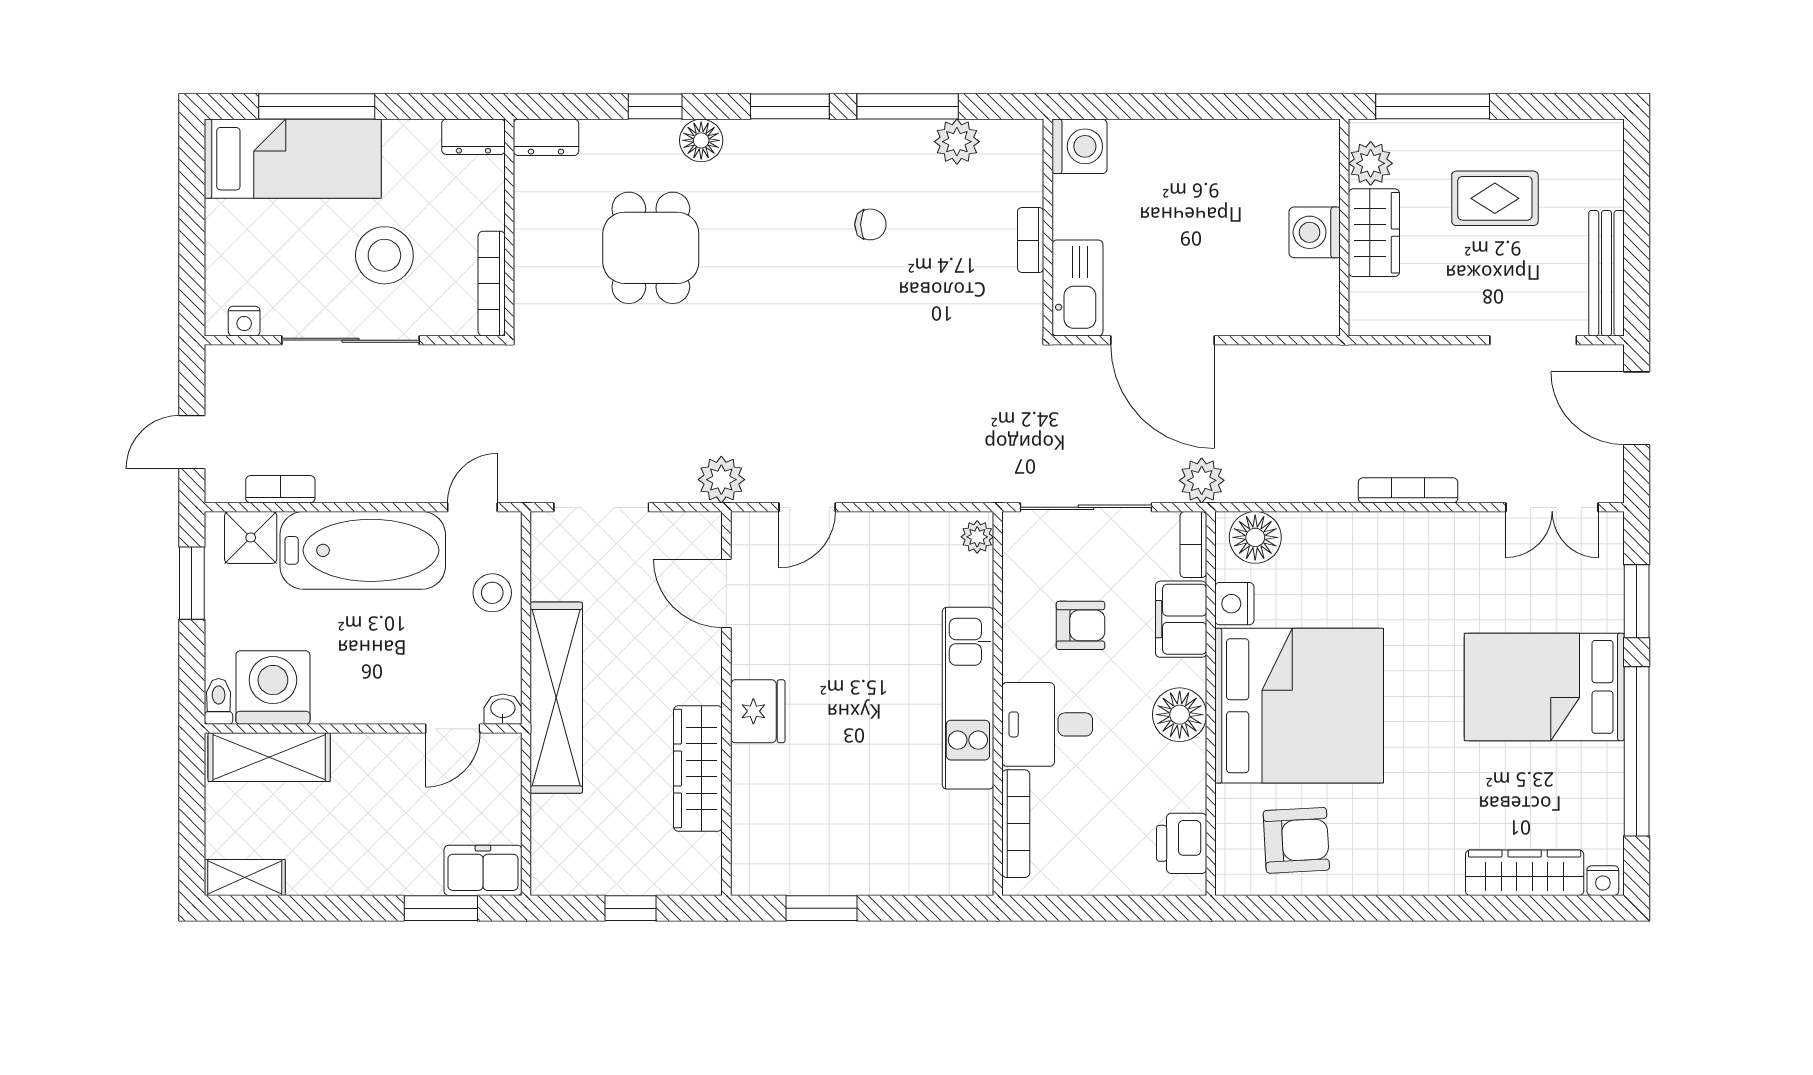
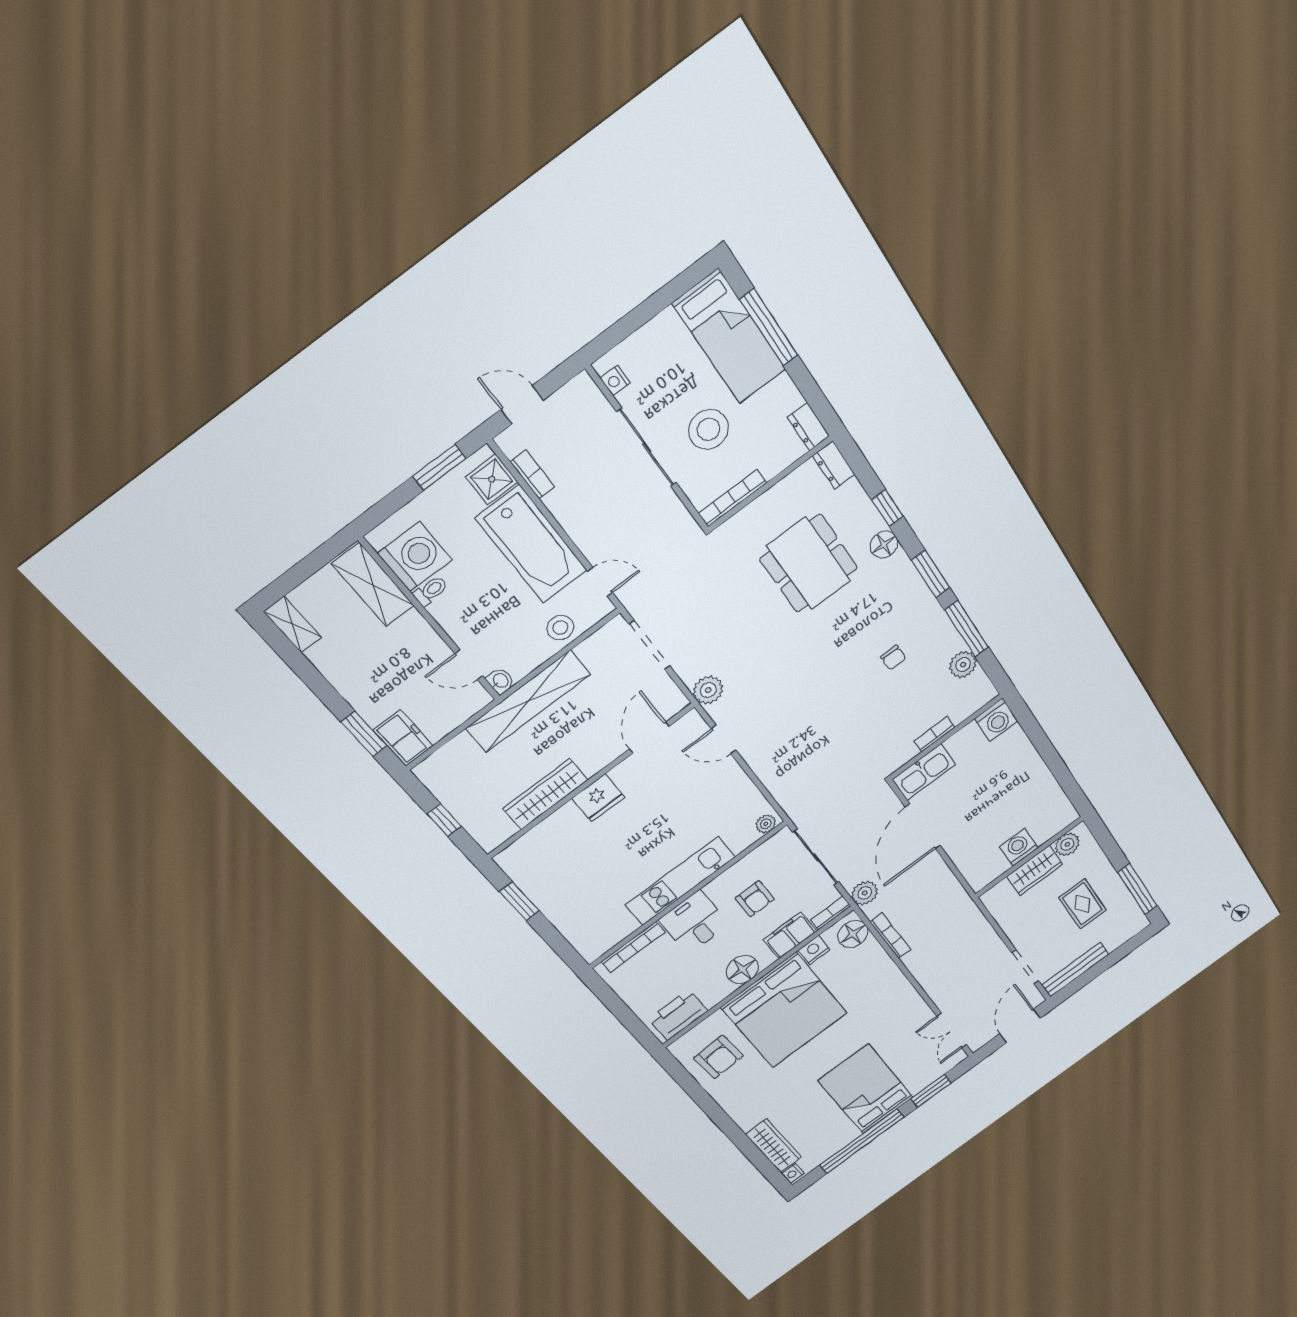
window: (1433, 106) -> (1138, 889), moved
dining table: (651, 248) -> (809, 563), width x1.38
bookcase: (1408, 490) -> (890, 936), moved
toilet: (219, 701) -> (431, 591), moved
printer: (1182, 843) -> (678, 1015), width x1.37, depth x1.19

